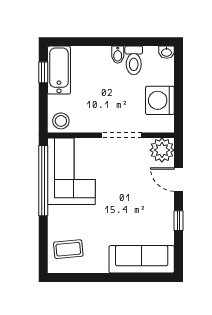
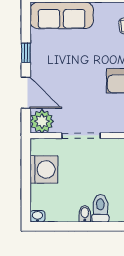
toilet: (134, 60) -> (100, 208), moved
door: (178, 180) -> (26, 93), width x1.37

